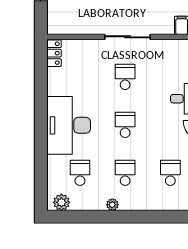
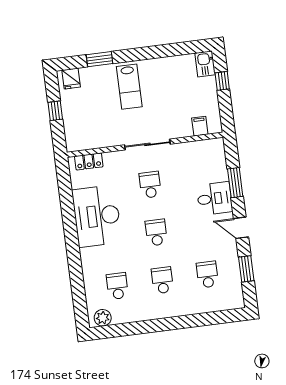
locker: (54, 53) -> (89, 161), moved, turned 90
desk: (69, 125) -> (97, 216), moved
plant: (112, 205) -> (154, 314), removed

